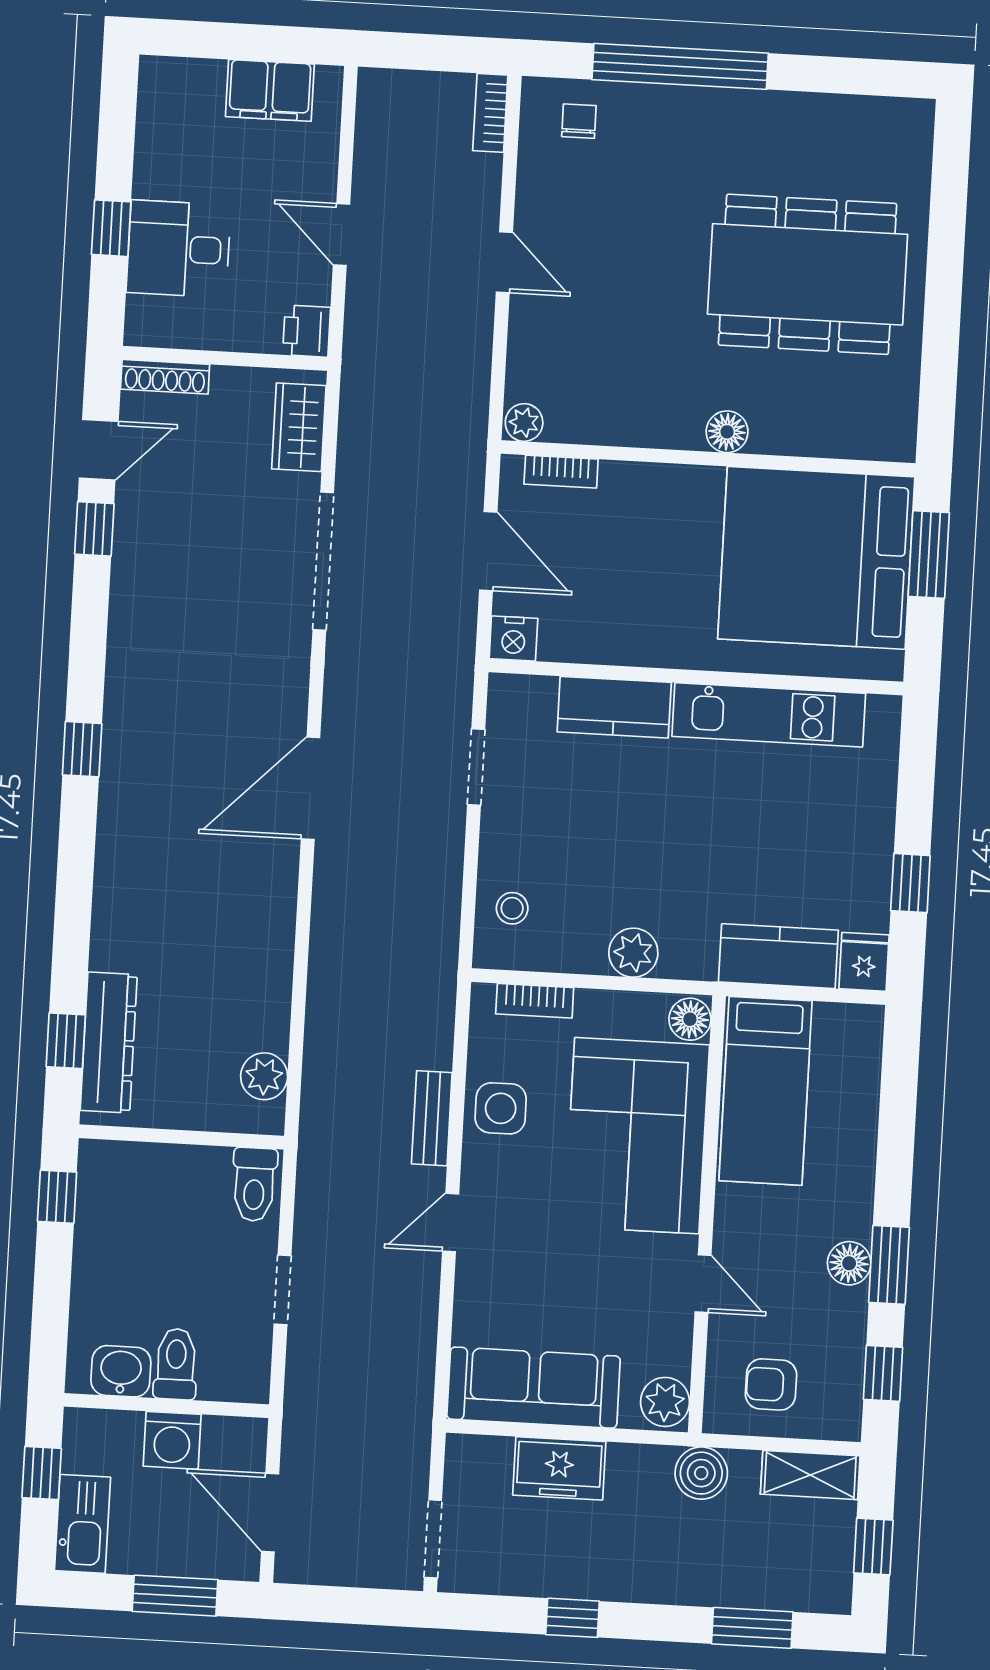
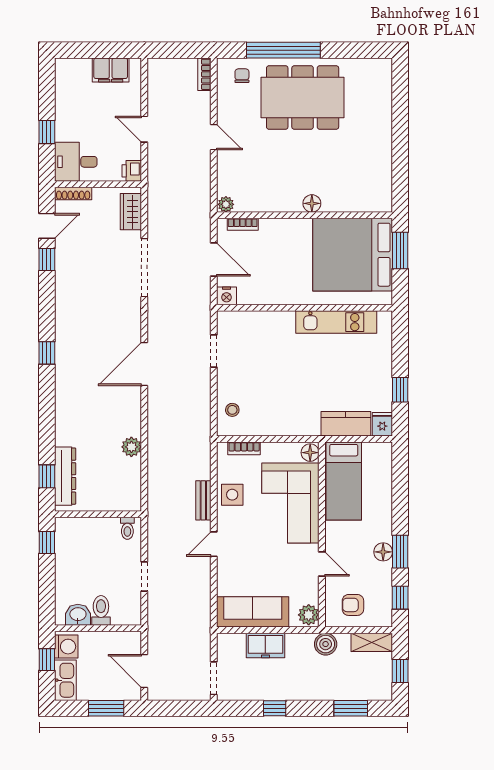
desk: (178, 249) -> (76, 162), moved
dining table: (808, 274) -> (303, 98), moved
kitchen counter: (614, 707) -> (271, 322), removed
plant: (633, 953) -> (285, 426), removed
plant: (264, 1076) -> (131, 447), moved
toilet: (254, 1184) -> (127, 528), width x0.73, depth x0.72
washing machine: (172, 1440) -> (66, 647), moved, turned -90

